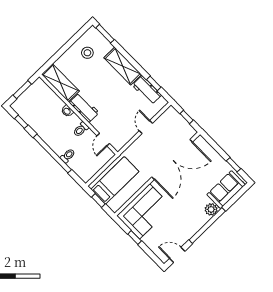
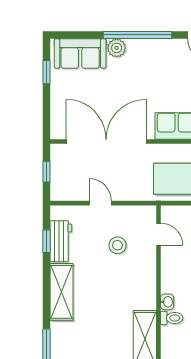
stool: (87, 53) -> (118, 245), moved
workbench: (84, 108) -> (145, 288), removed
door: (146, 127) -> (100, 203), swing flipped
toilet: (81, 129) -> (172, 318), moved
door: (103, 140) -> (159, 234), hinge flipped

